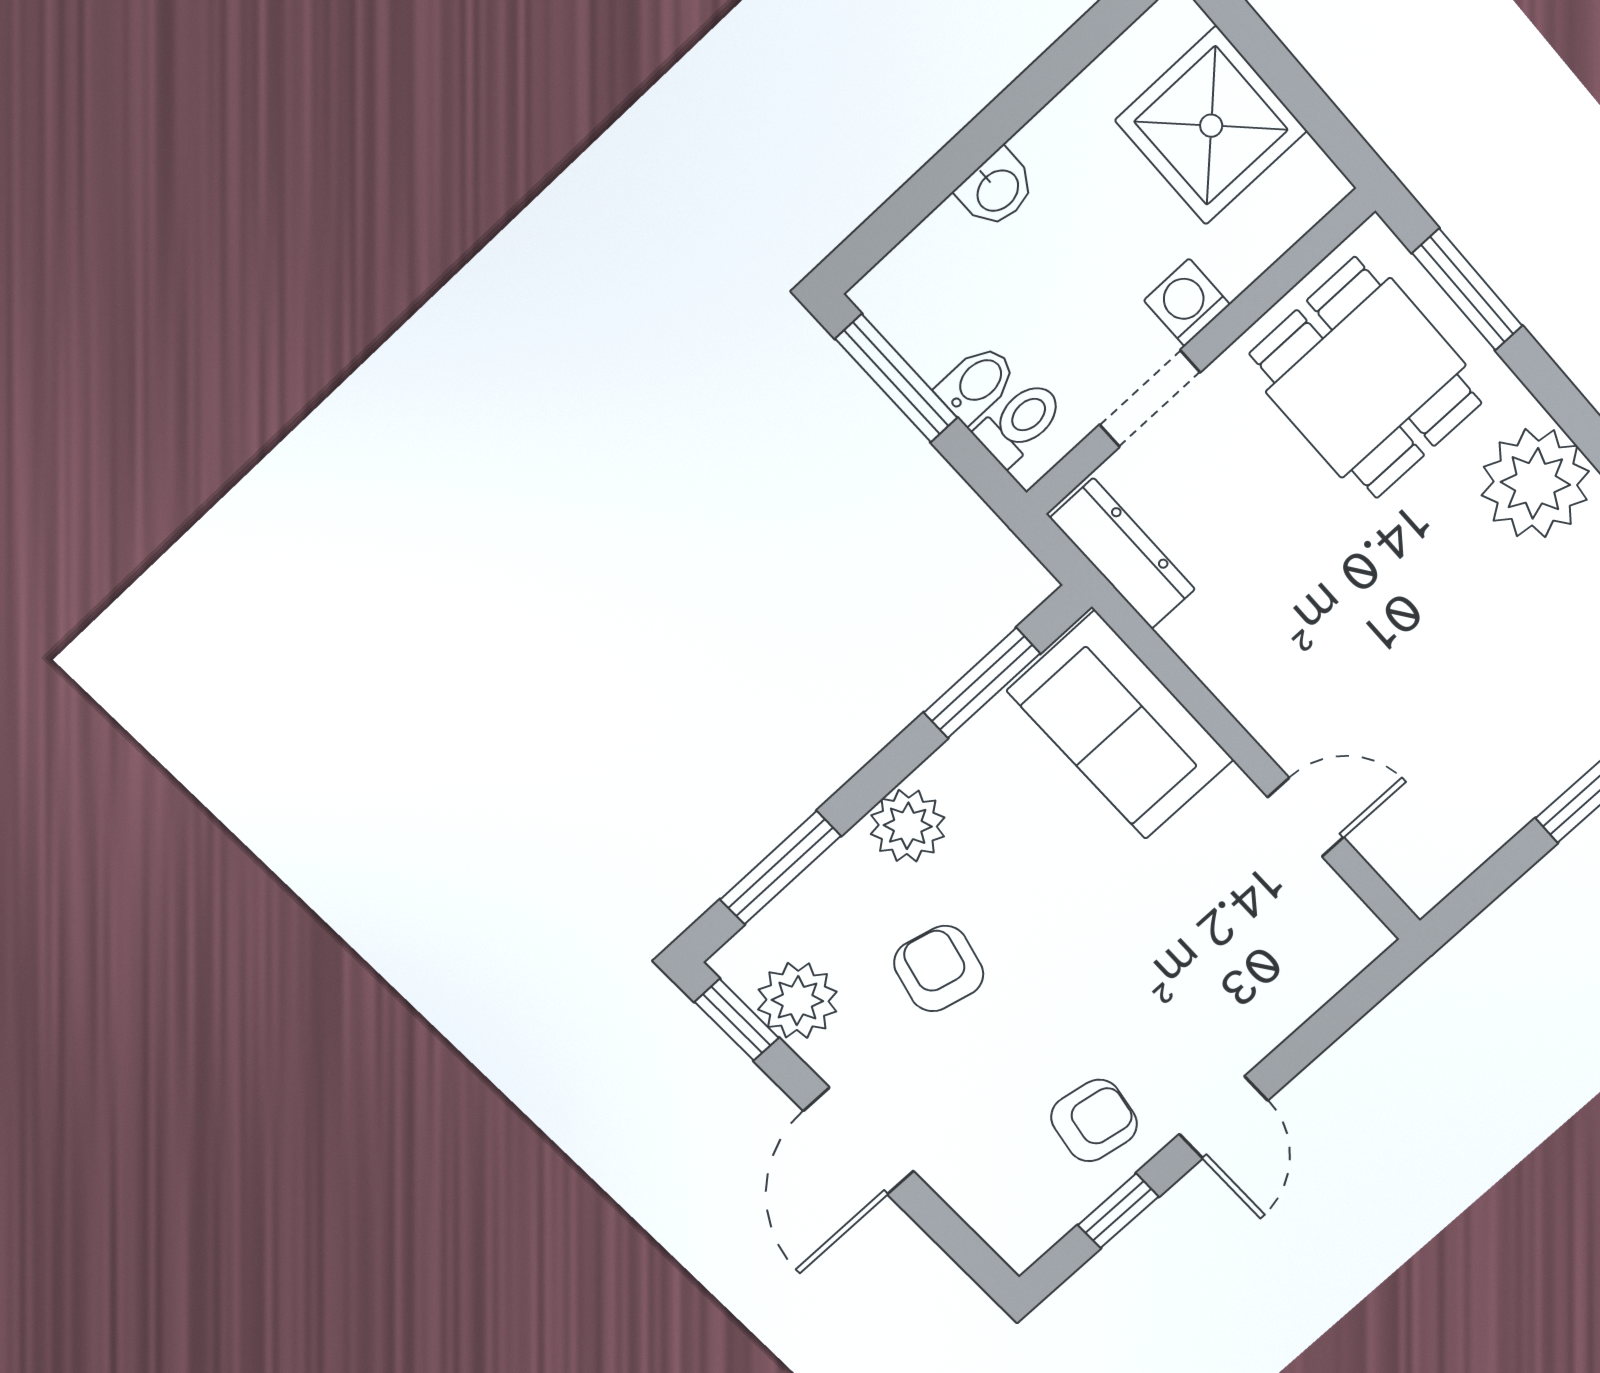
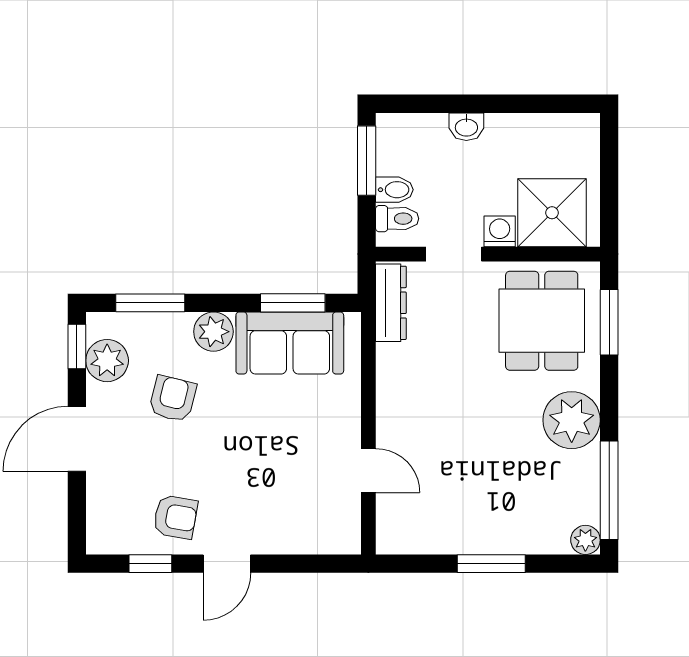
shower: (1211, 126) -> (552, 213), moved
sofa: (1121, 725) -> (290, 343), moved, turned -90

